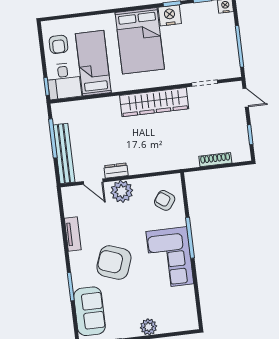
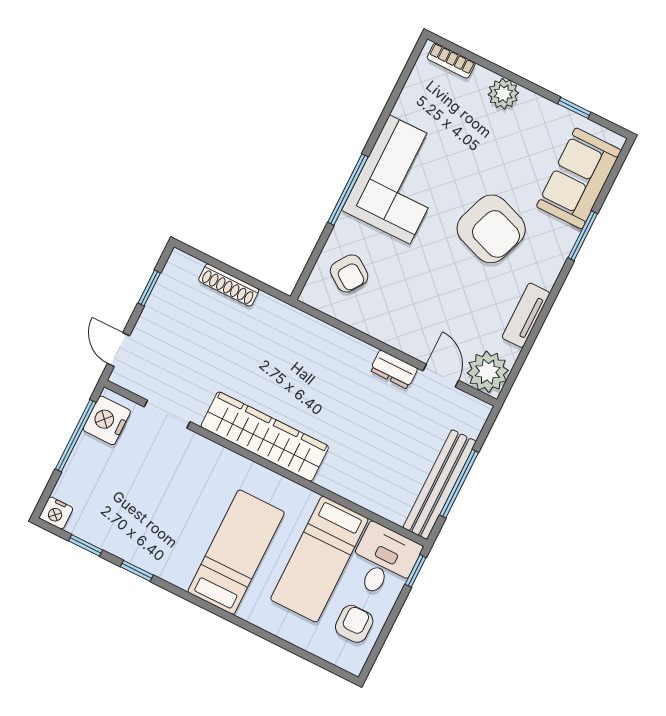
nightstand: (170, 15) -> (107, 420), moved, turned 90
bed: (140, 41) -> (236, 552), width x0.67
bench: (64, 153) -> (440, 485), moved
plant: (122, 191) -> (488, 372), moved
bookcase: (182, 326) -> (451, 61), added

